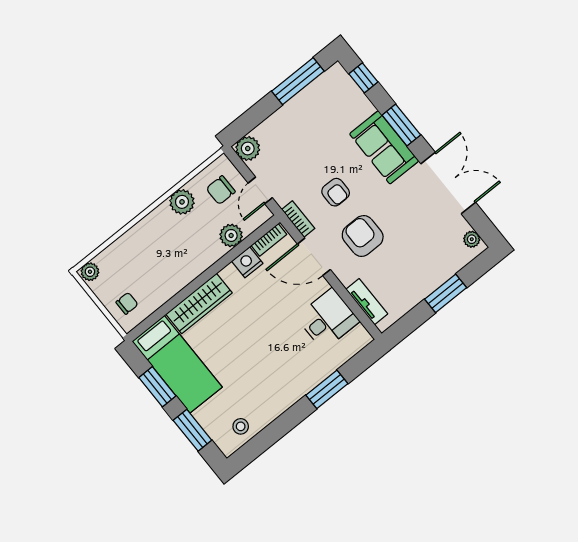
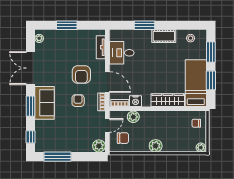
plant: (182, 202) -> (156, 146), moved
cot: (284, 396) -> (164, 36), added

